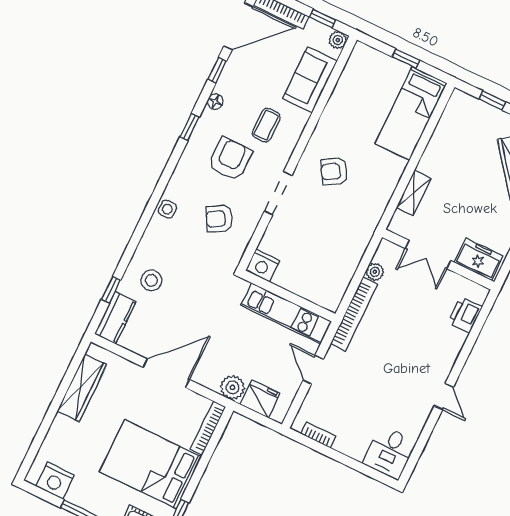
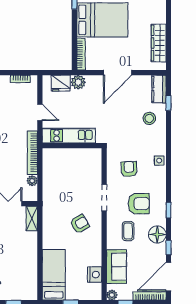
floor lamp: (215, 102) -> (157, 234), width x1.89, depth x1.89
armchair: (230, 159) -> (139, 204), turned -90
shelving: (414, 193) -> (32, 219), moved
armchair: (219, 219) -> (129, 169), turned -63
nightstand: (263, 265) -> (95, 275), moved, turned 90

